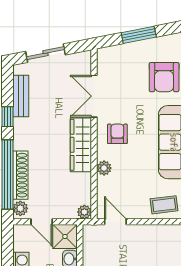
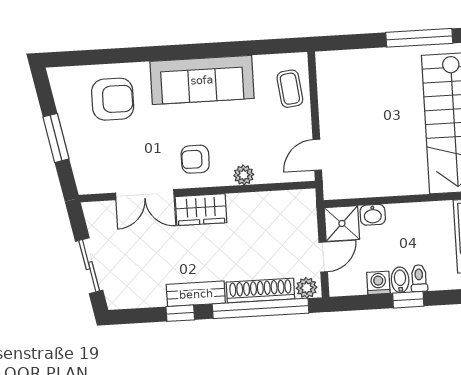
bench: (21, 96) -> (196, 294), moved
wardrobe: (81, 145) -> (201, 210), width x0.67
plant: (84, 212) -> (306, 199), removed

